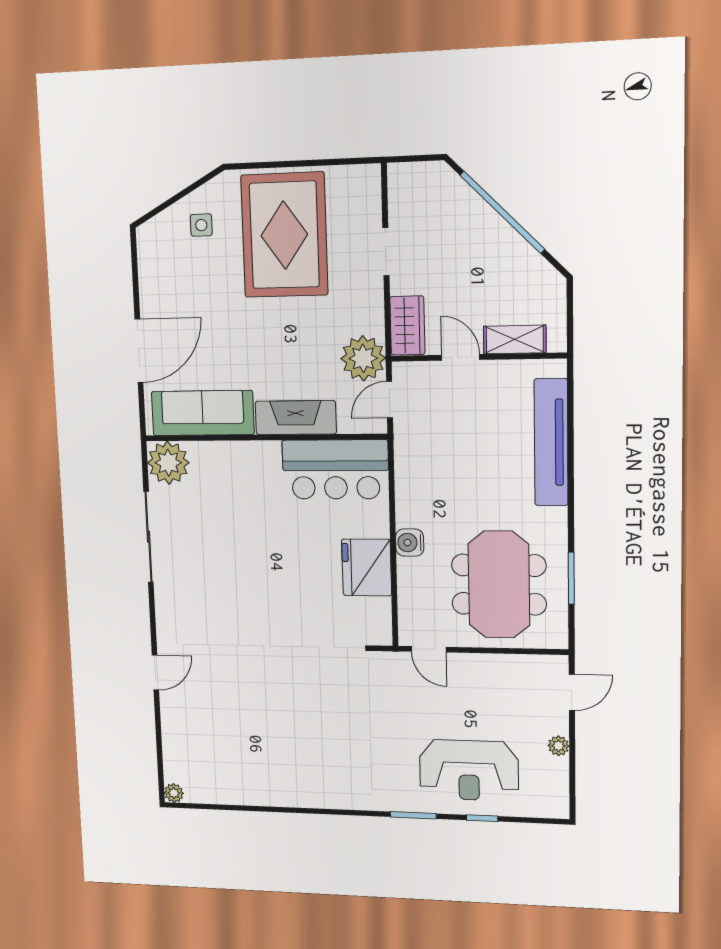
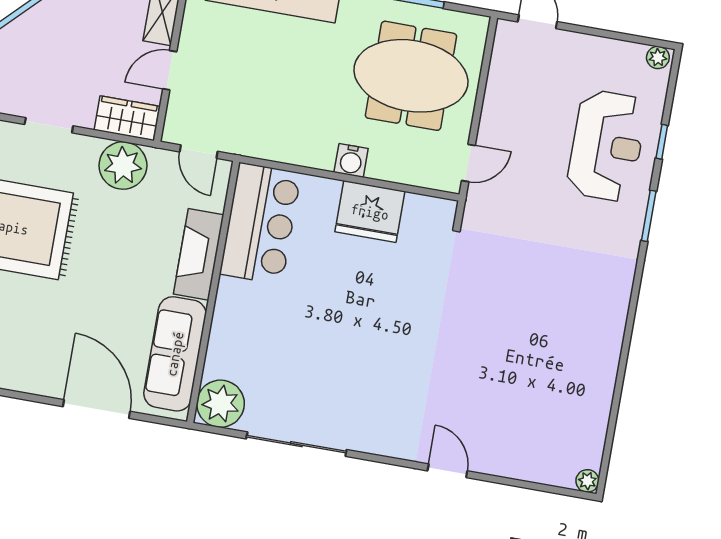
plant: (363, 358) -> (123, 166), moved
plant: (558, 746) -> (658, 57), moved

